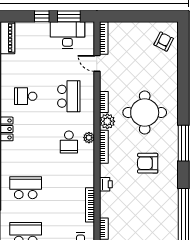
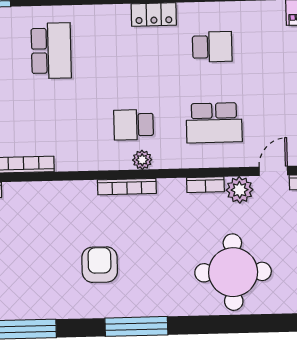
school desk: (26, 96) -> (212, 47), turned 90
round table: (145, 113) -> (233, 272), moved
plant: (107, 121) -> (240, 190), moved
printer: (106, 184) -> (61, 192), removed

